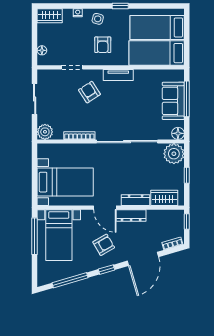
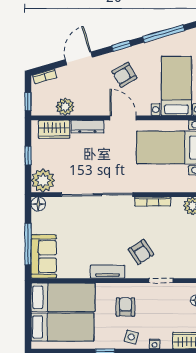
sofa: (173, 101) -> (44, 256), moved
dresser: (131, 215) -> (93, 109), removed
plant: (155, 217) -> (65, 107), added
door: (143, 259) -> (79, 58), width x0.73

